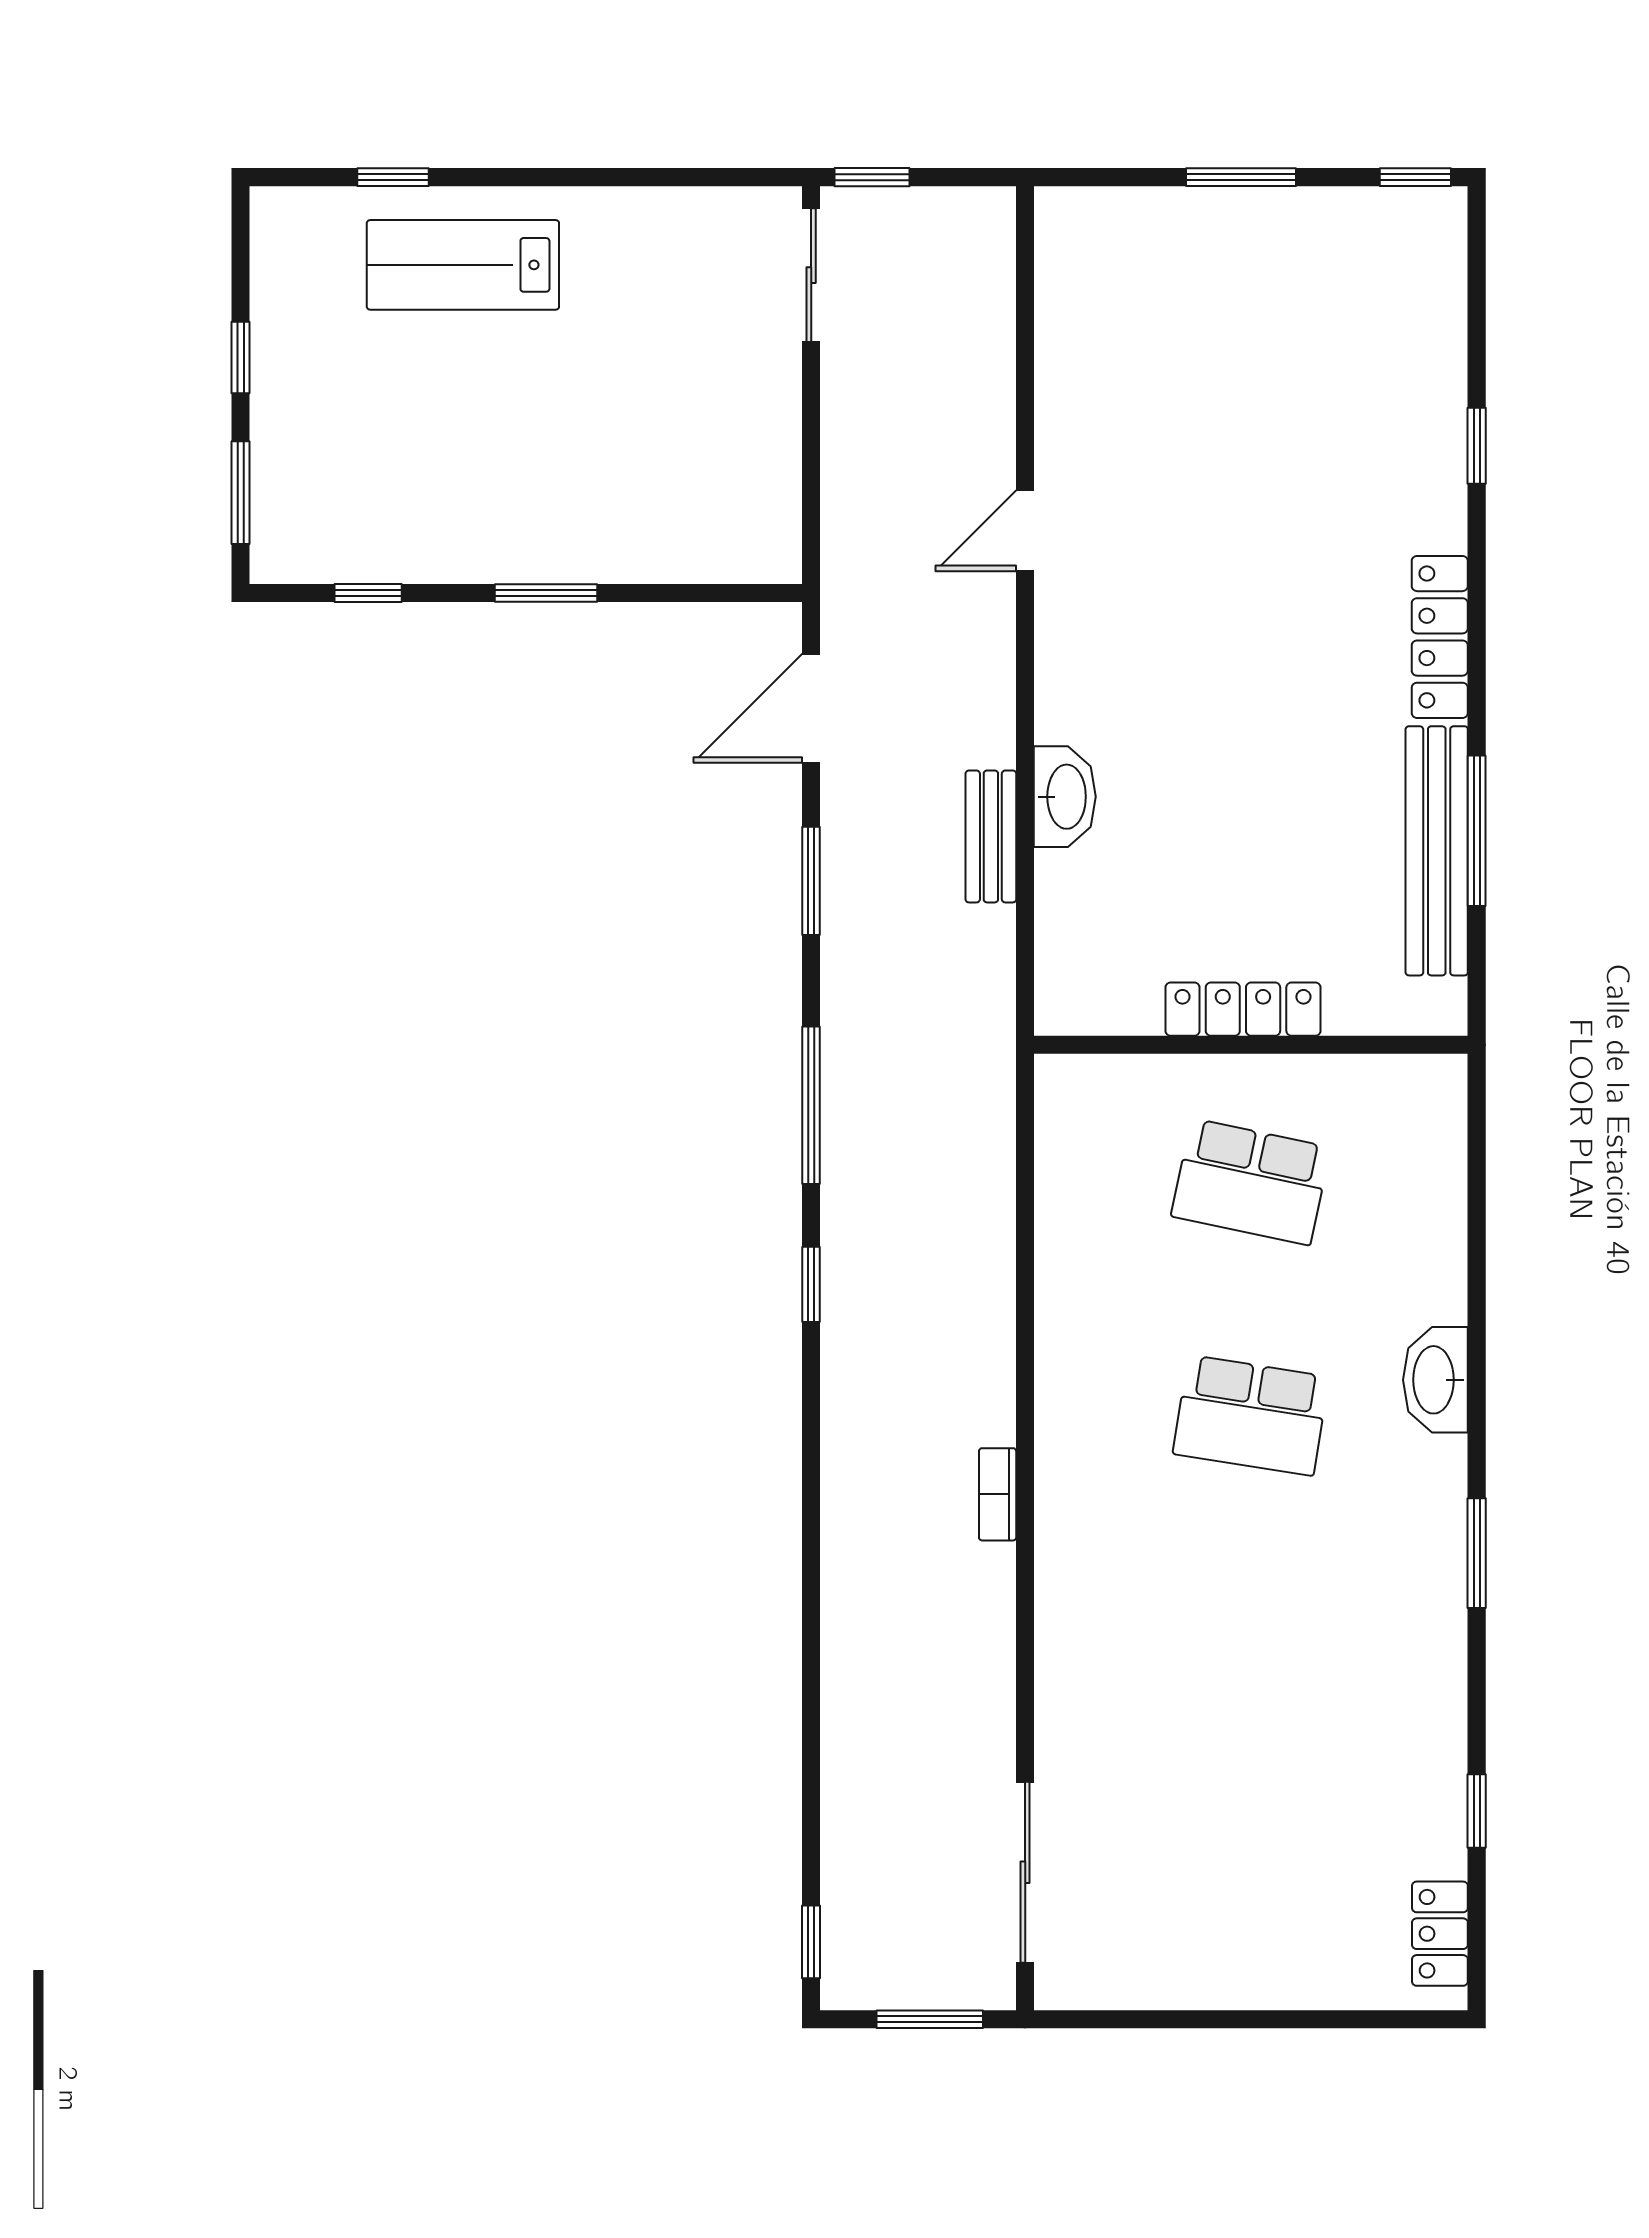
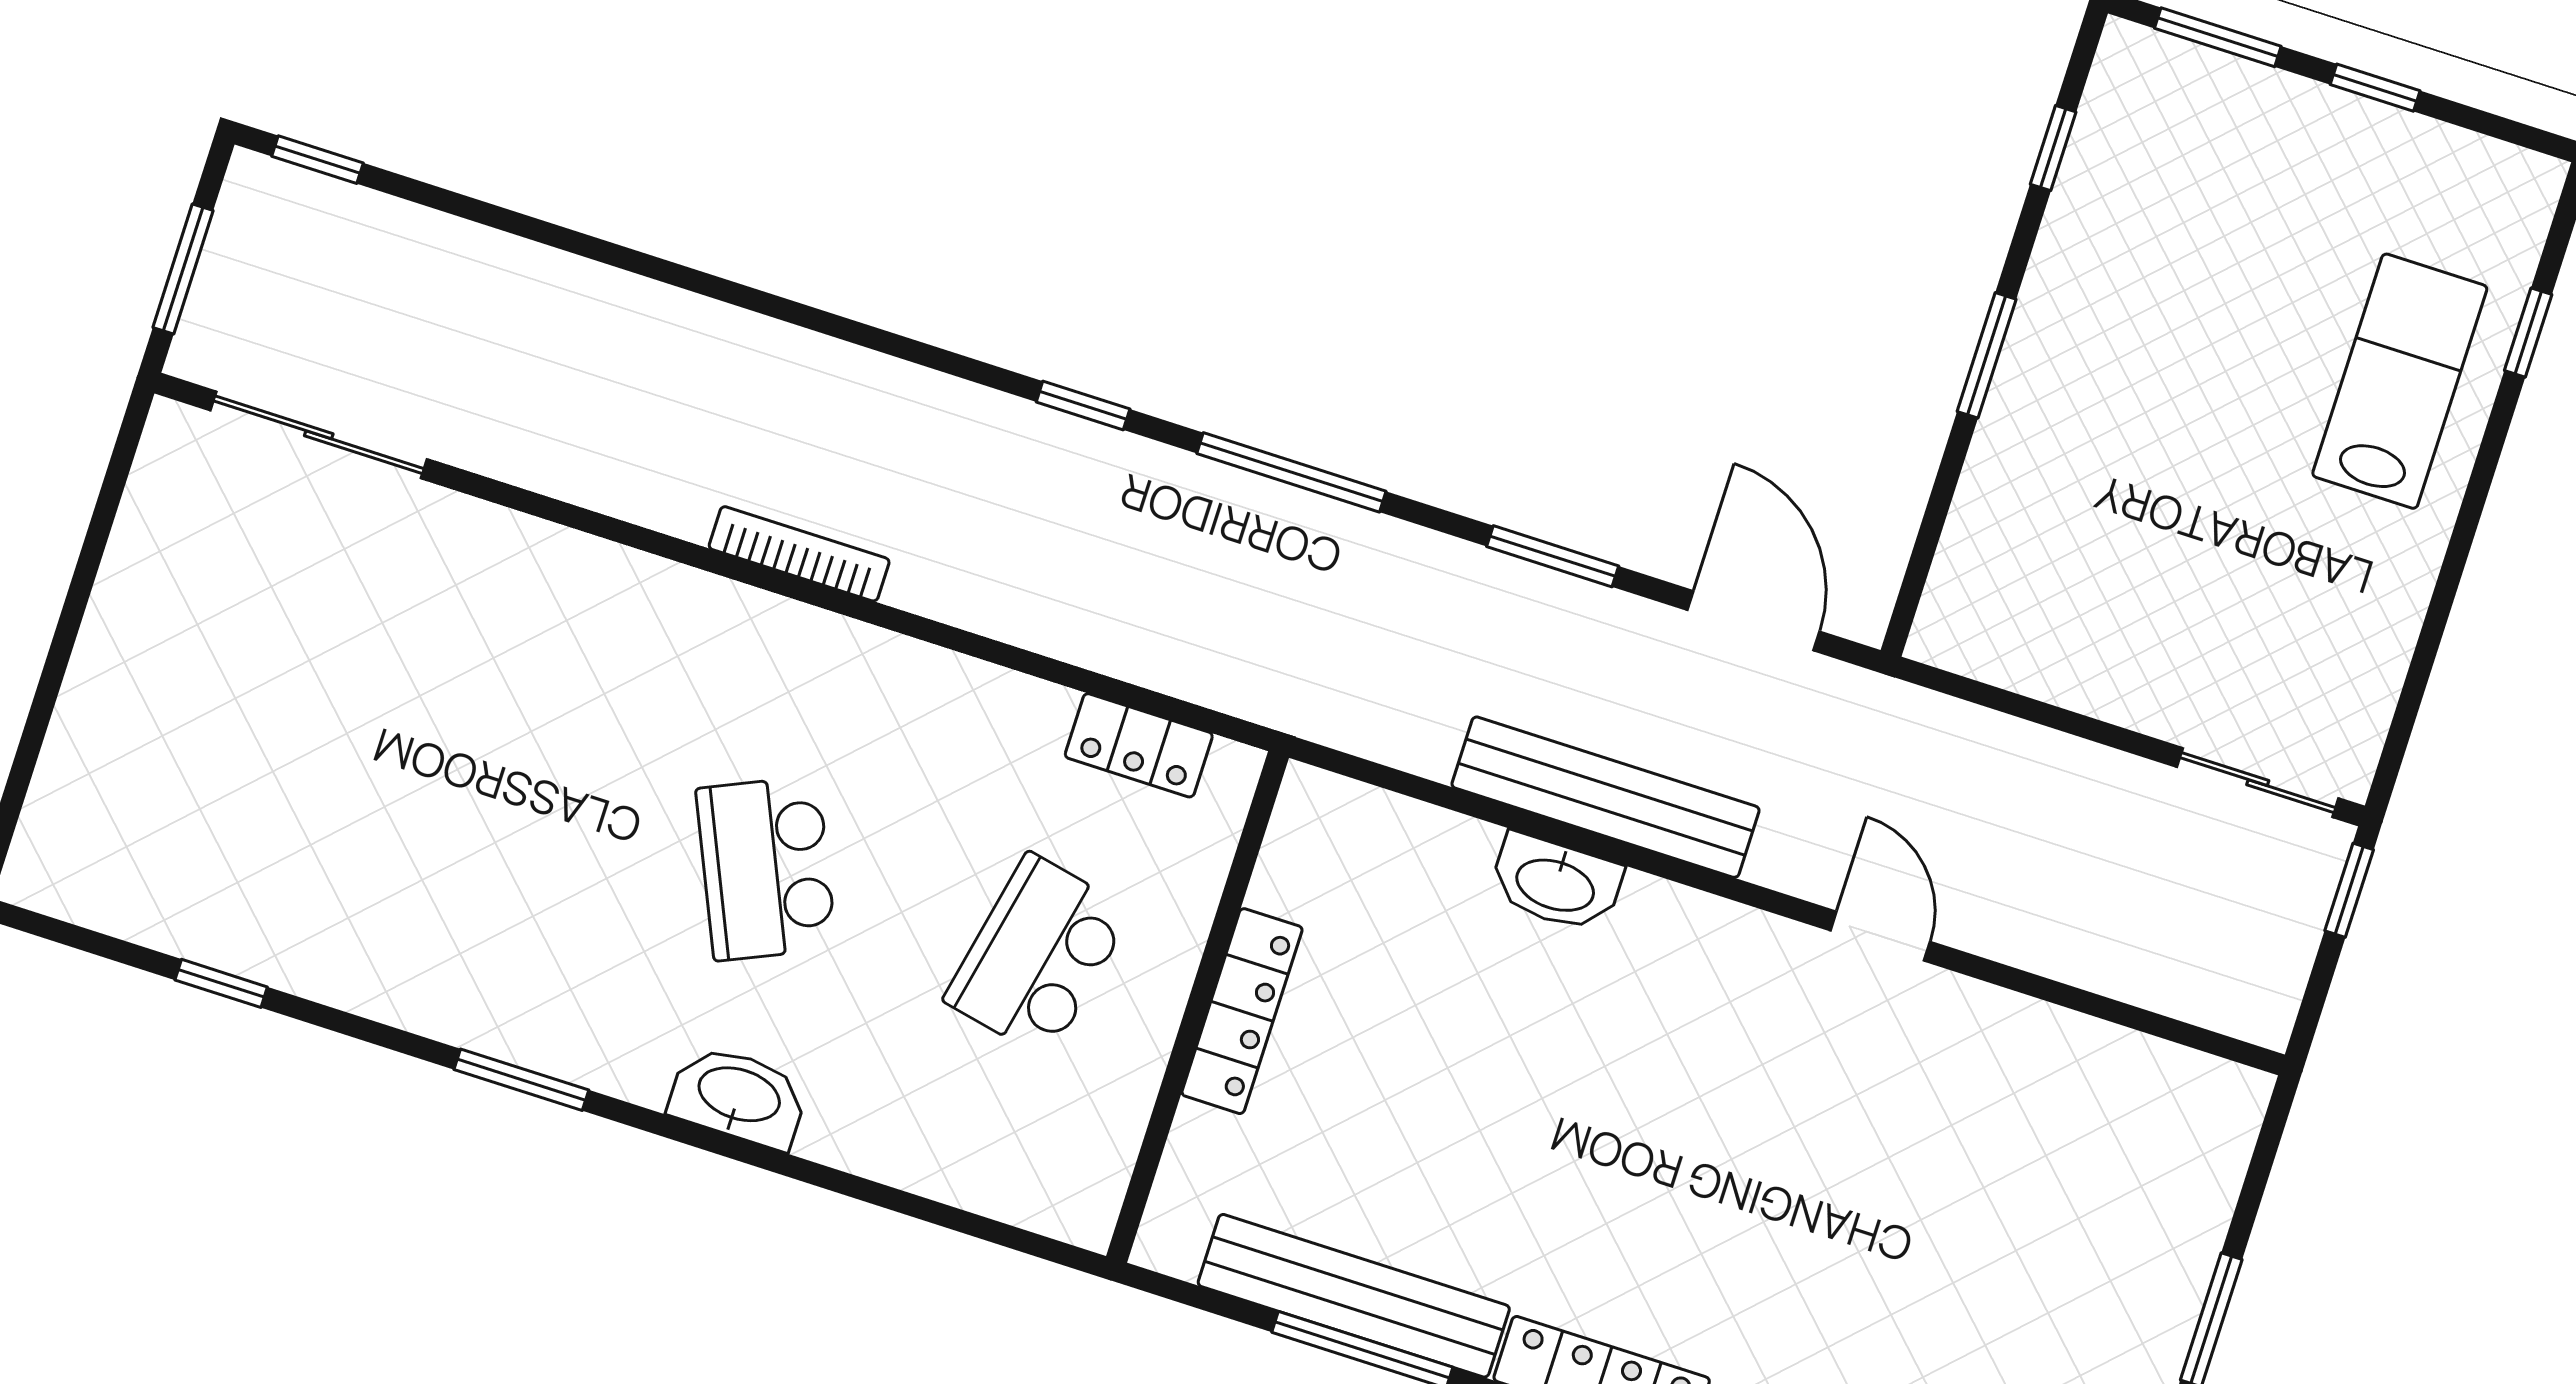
bench: (991, 836) -> (1605, 797), width x1.86, depth x1.21
school desk: (1251, 1415) -> (766, 868), turned -33
bookcase: (998, 1494) -> (799, 554), width x1.56
locker: (1440, 1934) -> (1139, 745), moved, turned 180

